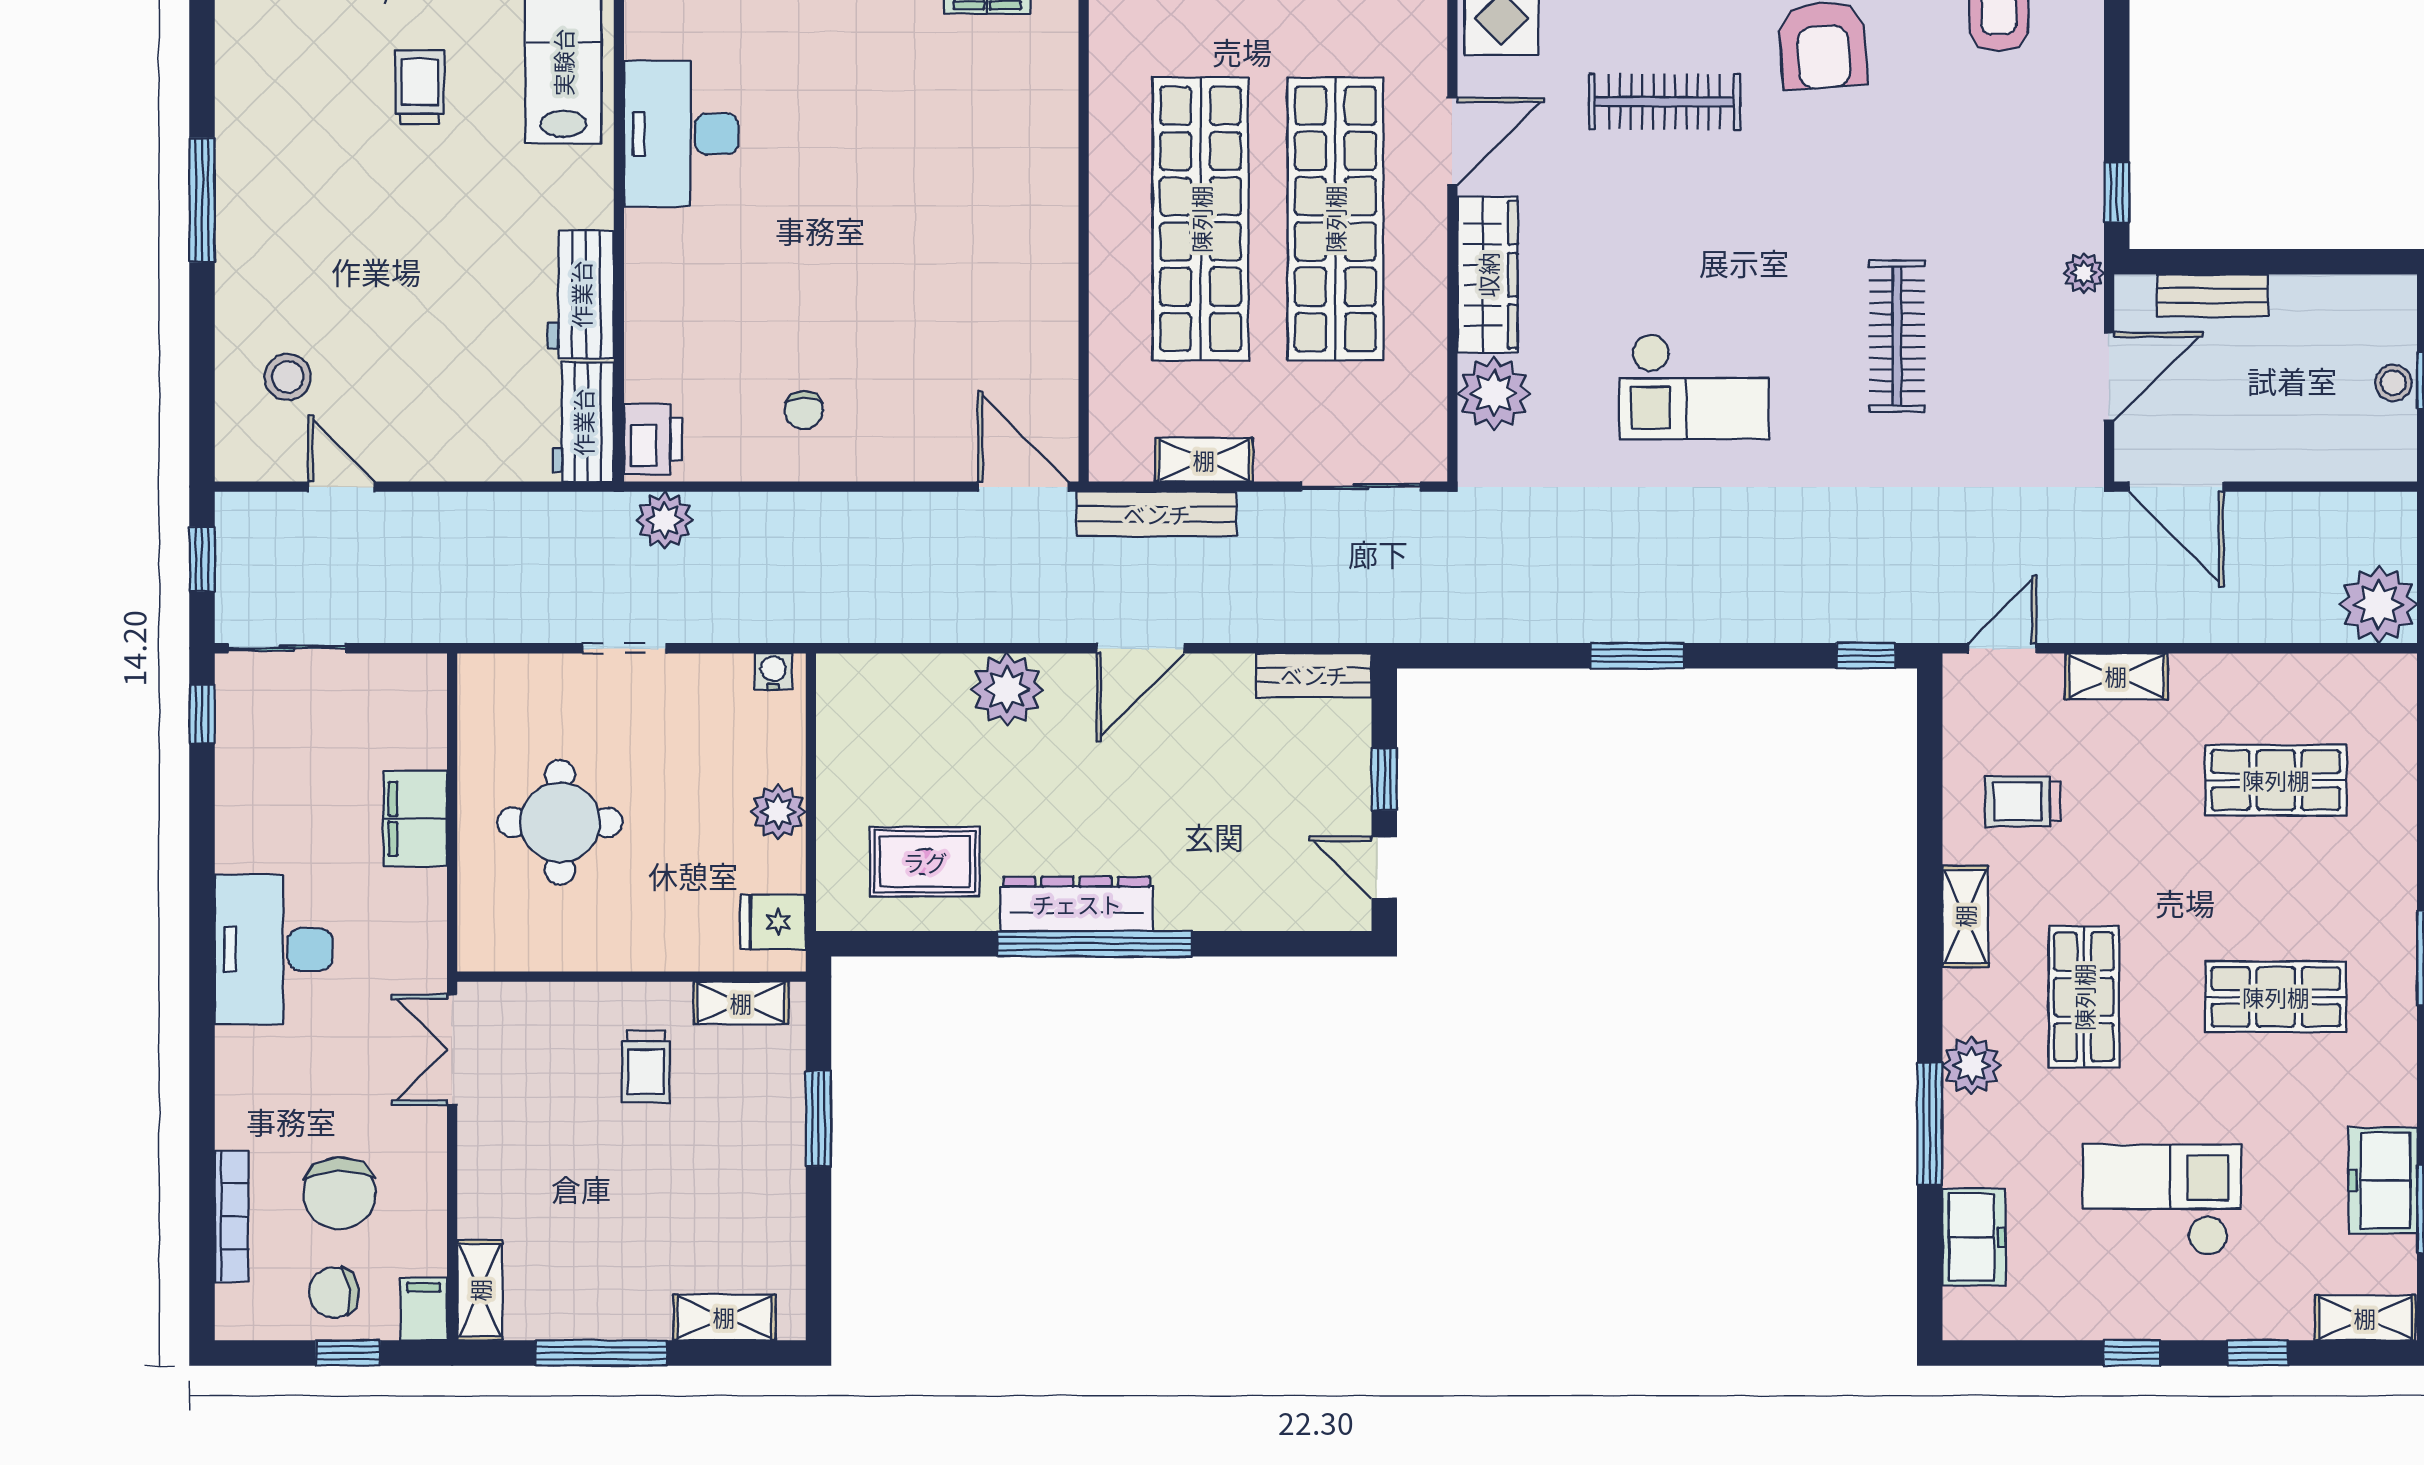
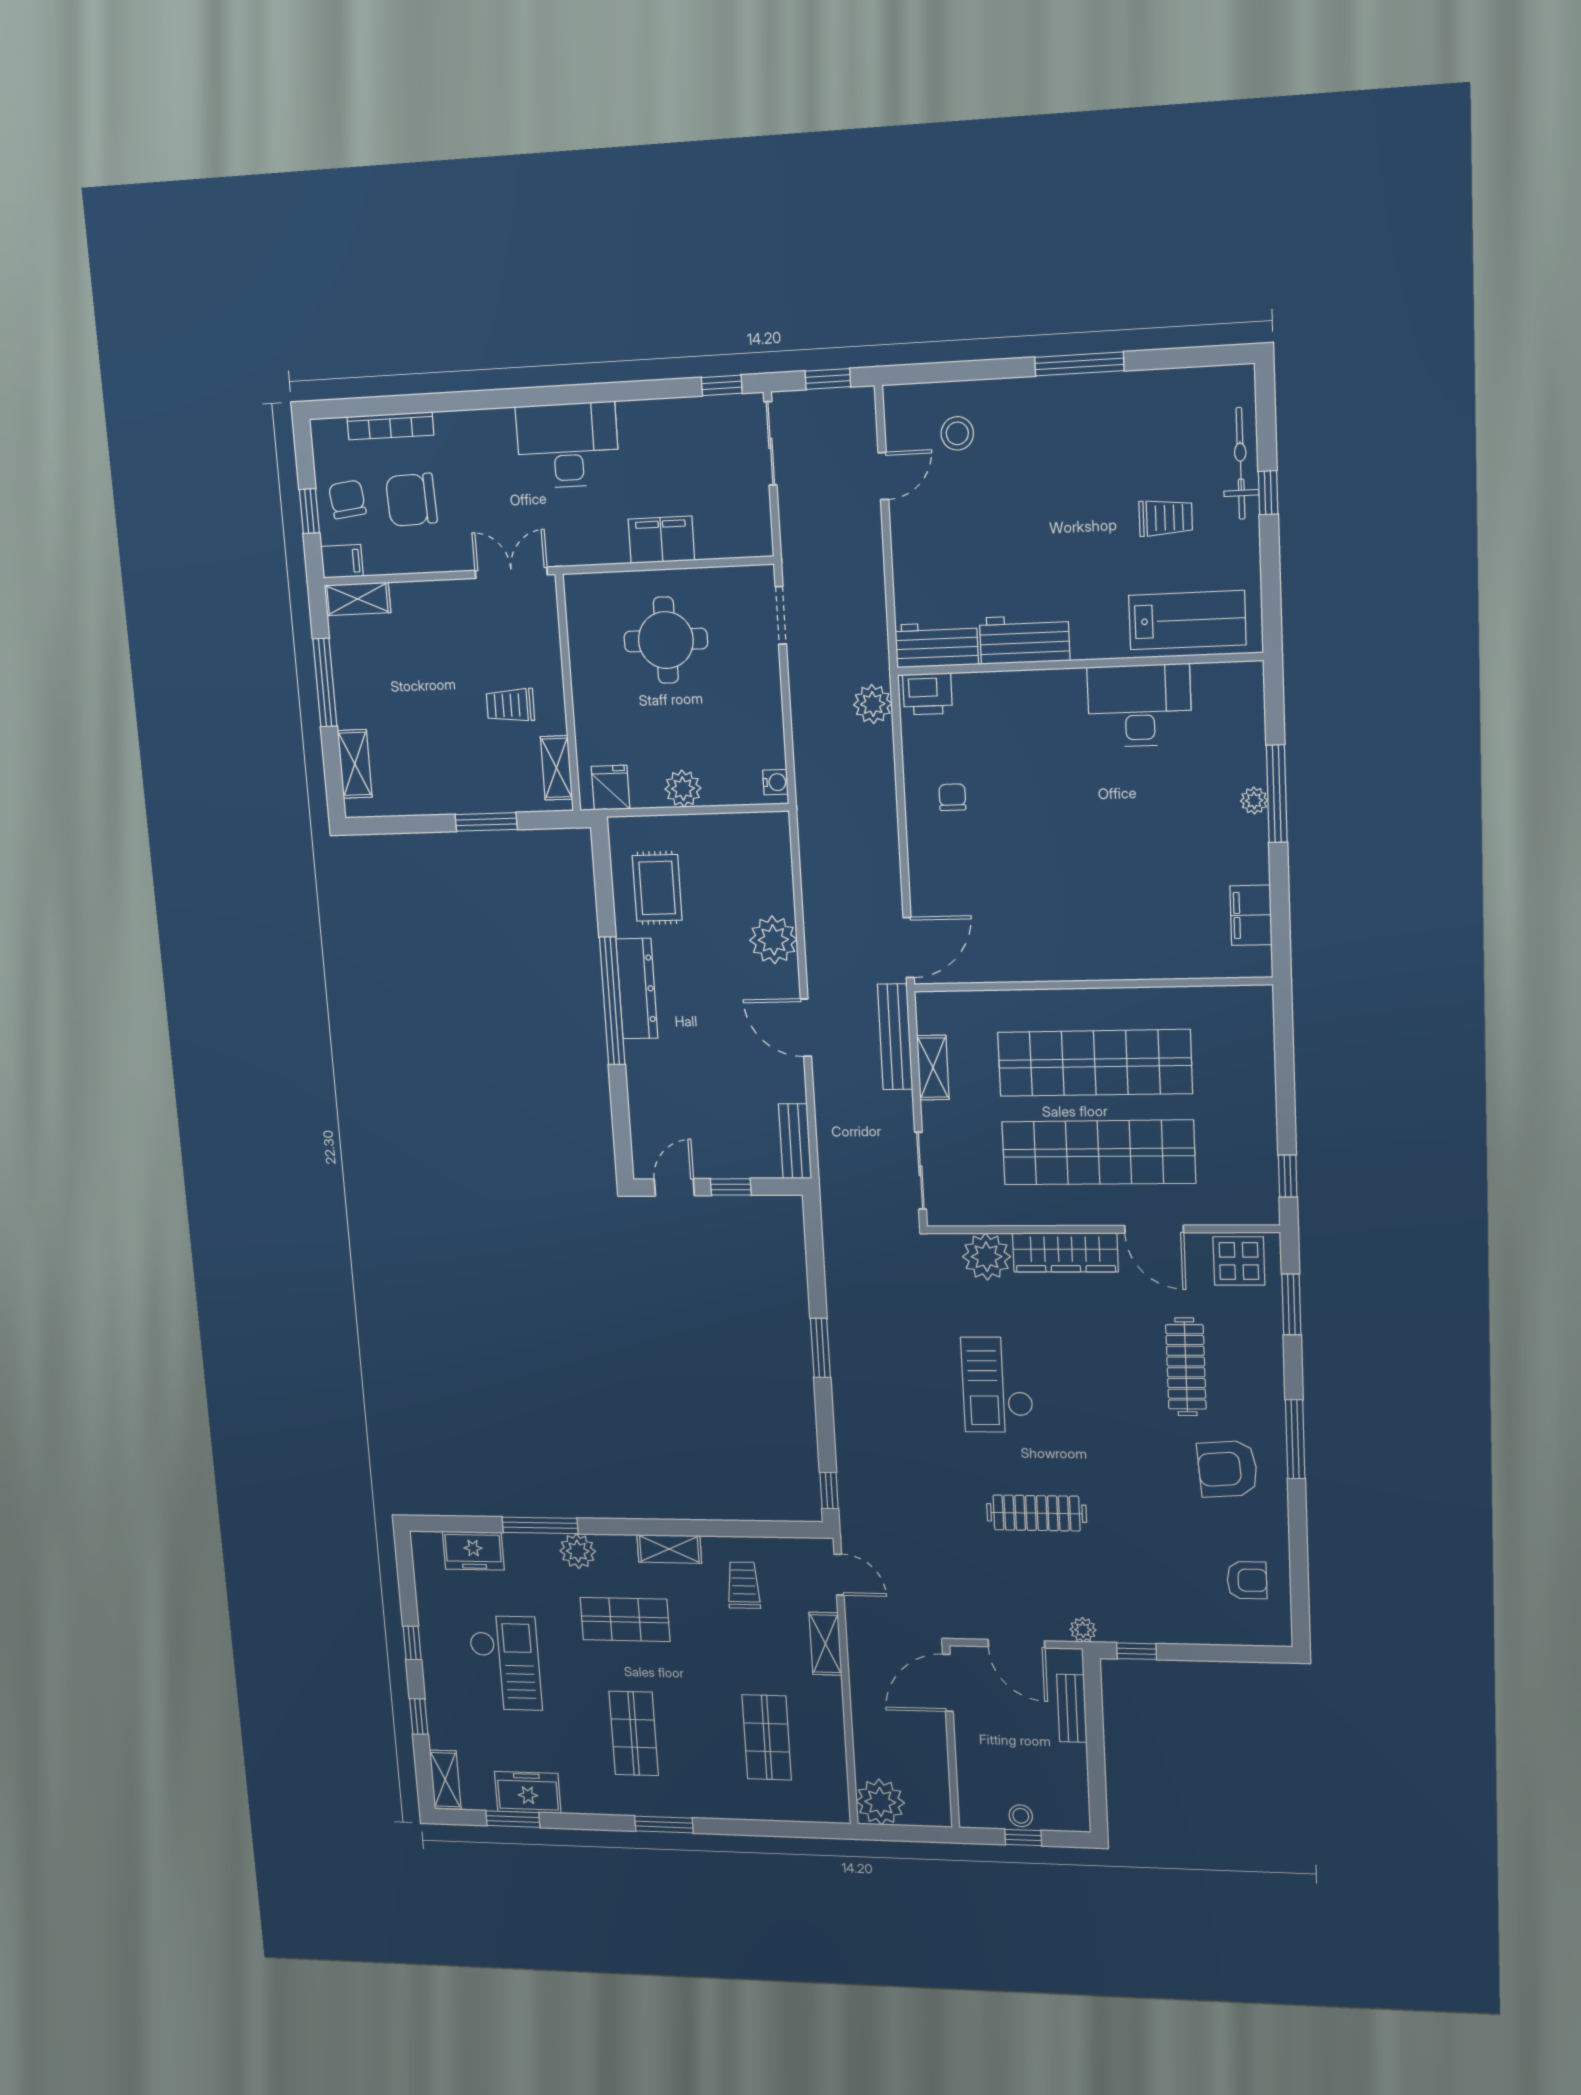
chair: (804, 410) -> (952, 797), turned 90
doorway: (624, 648) -> (781, 615), moved

